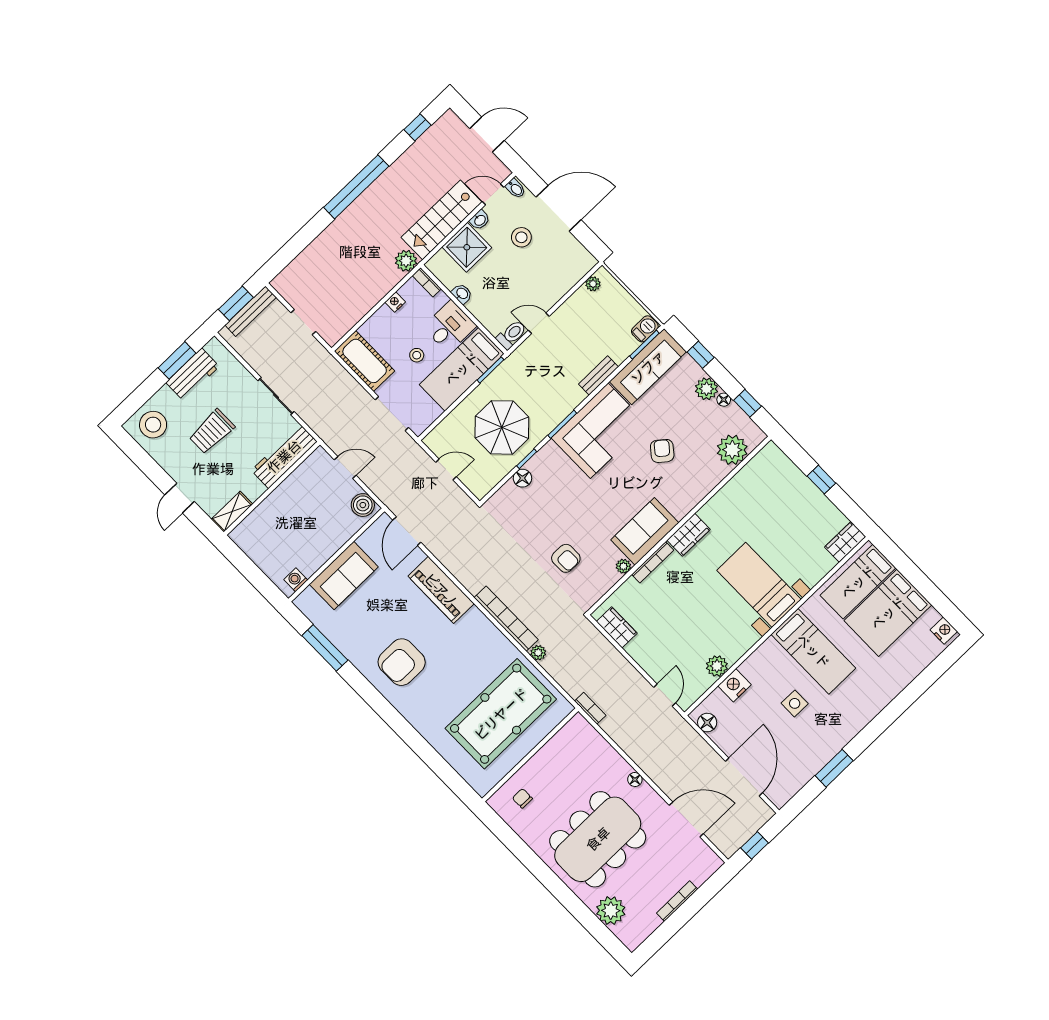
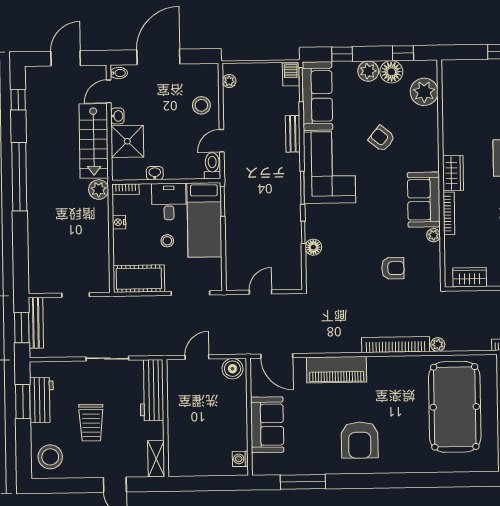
stool: (521, 237) -> (201, 105), moved
floor lamp: (724, 400) -> (391, 72), width x1.89, depth x1.89
parasol: (502, 427) -> (267, 229), removed

